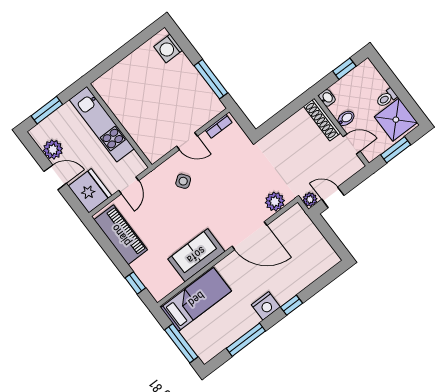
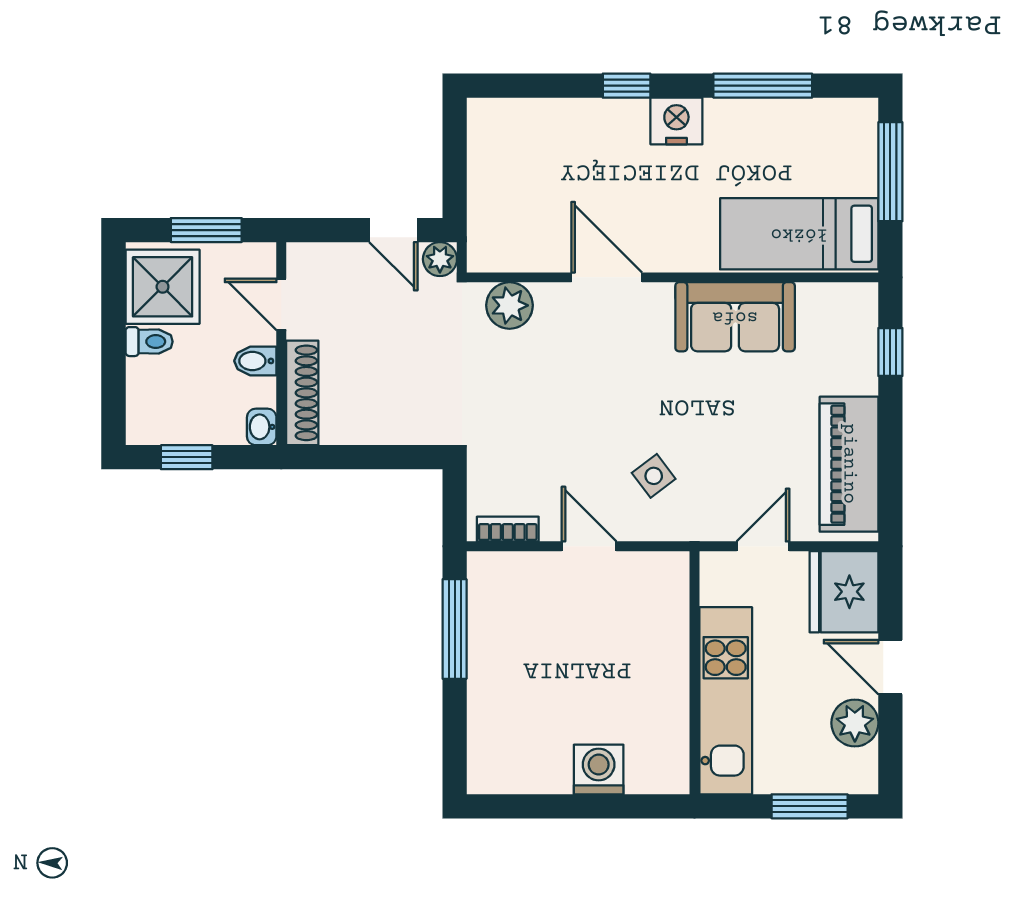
washing machine: (168, 48) -> (599, 769), moved, turned -90
door: (249, 236) -> (607, 277), width x0.73

